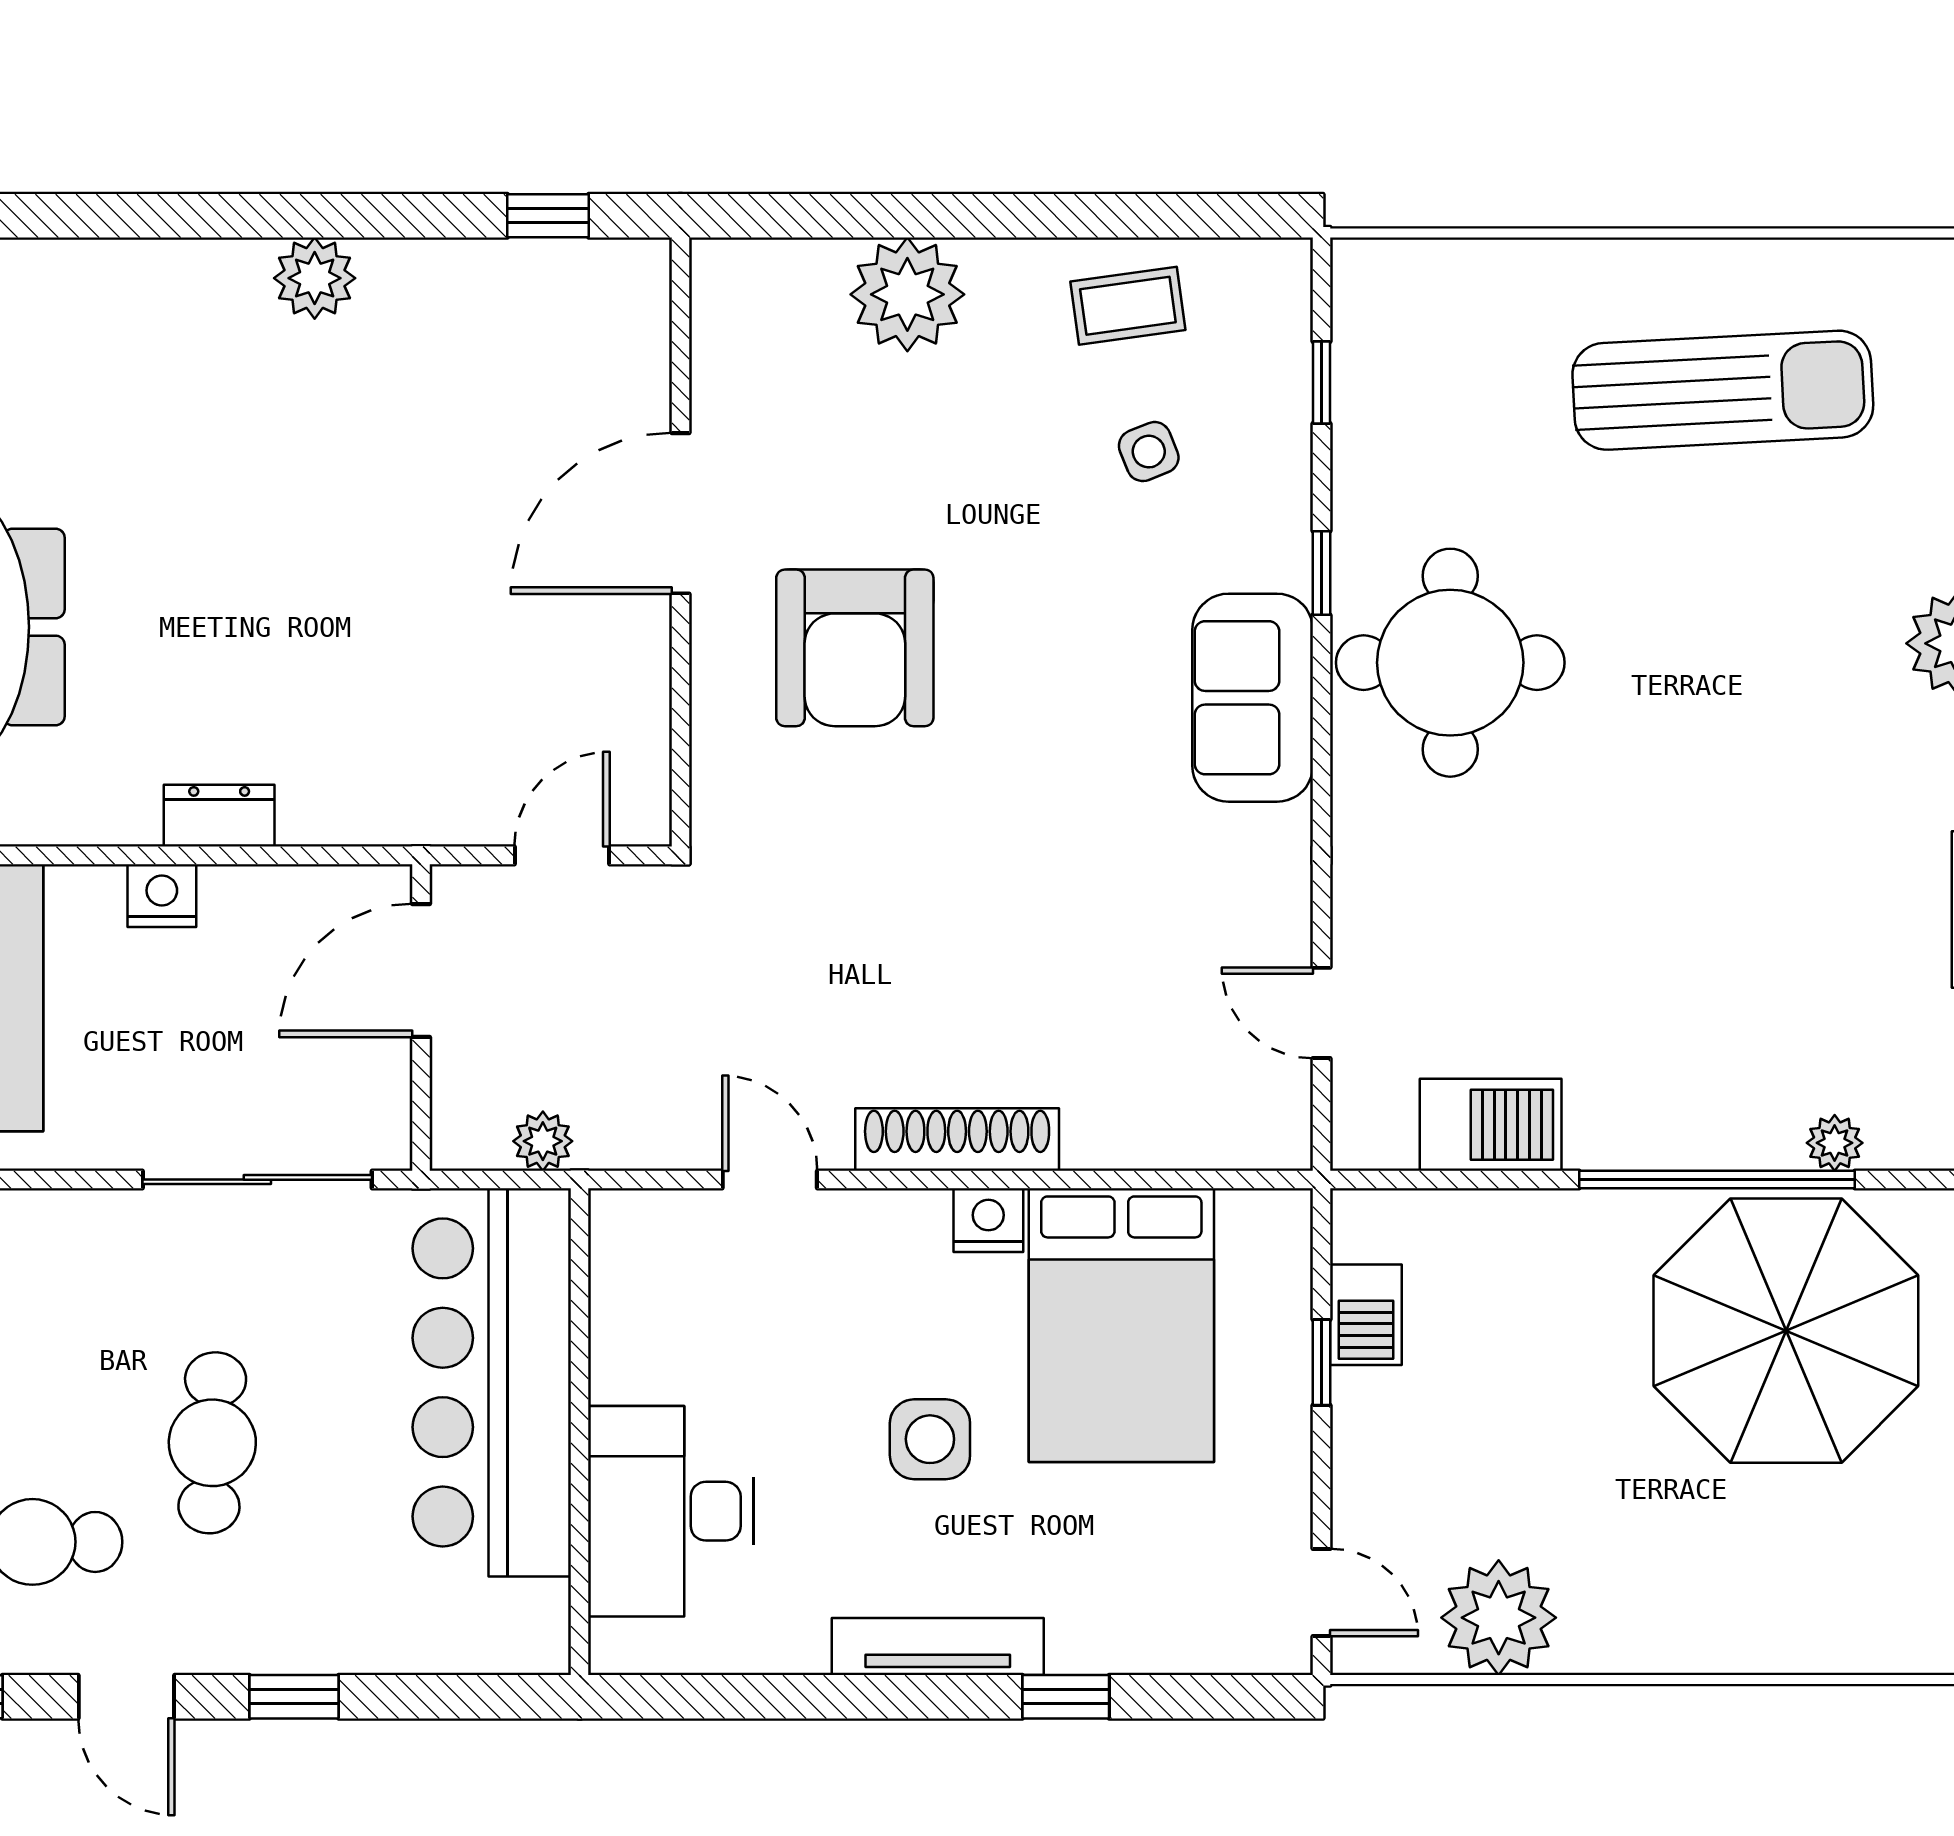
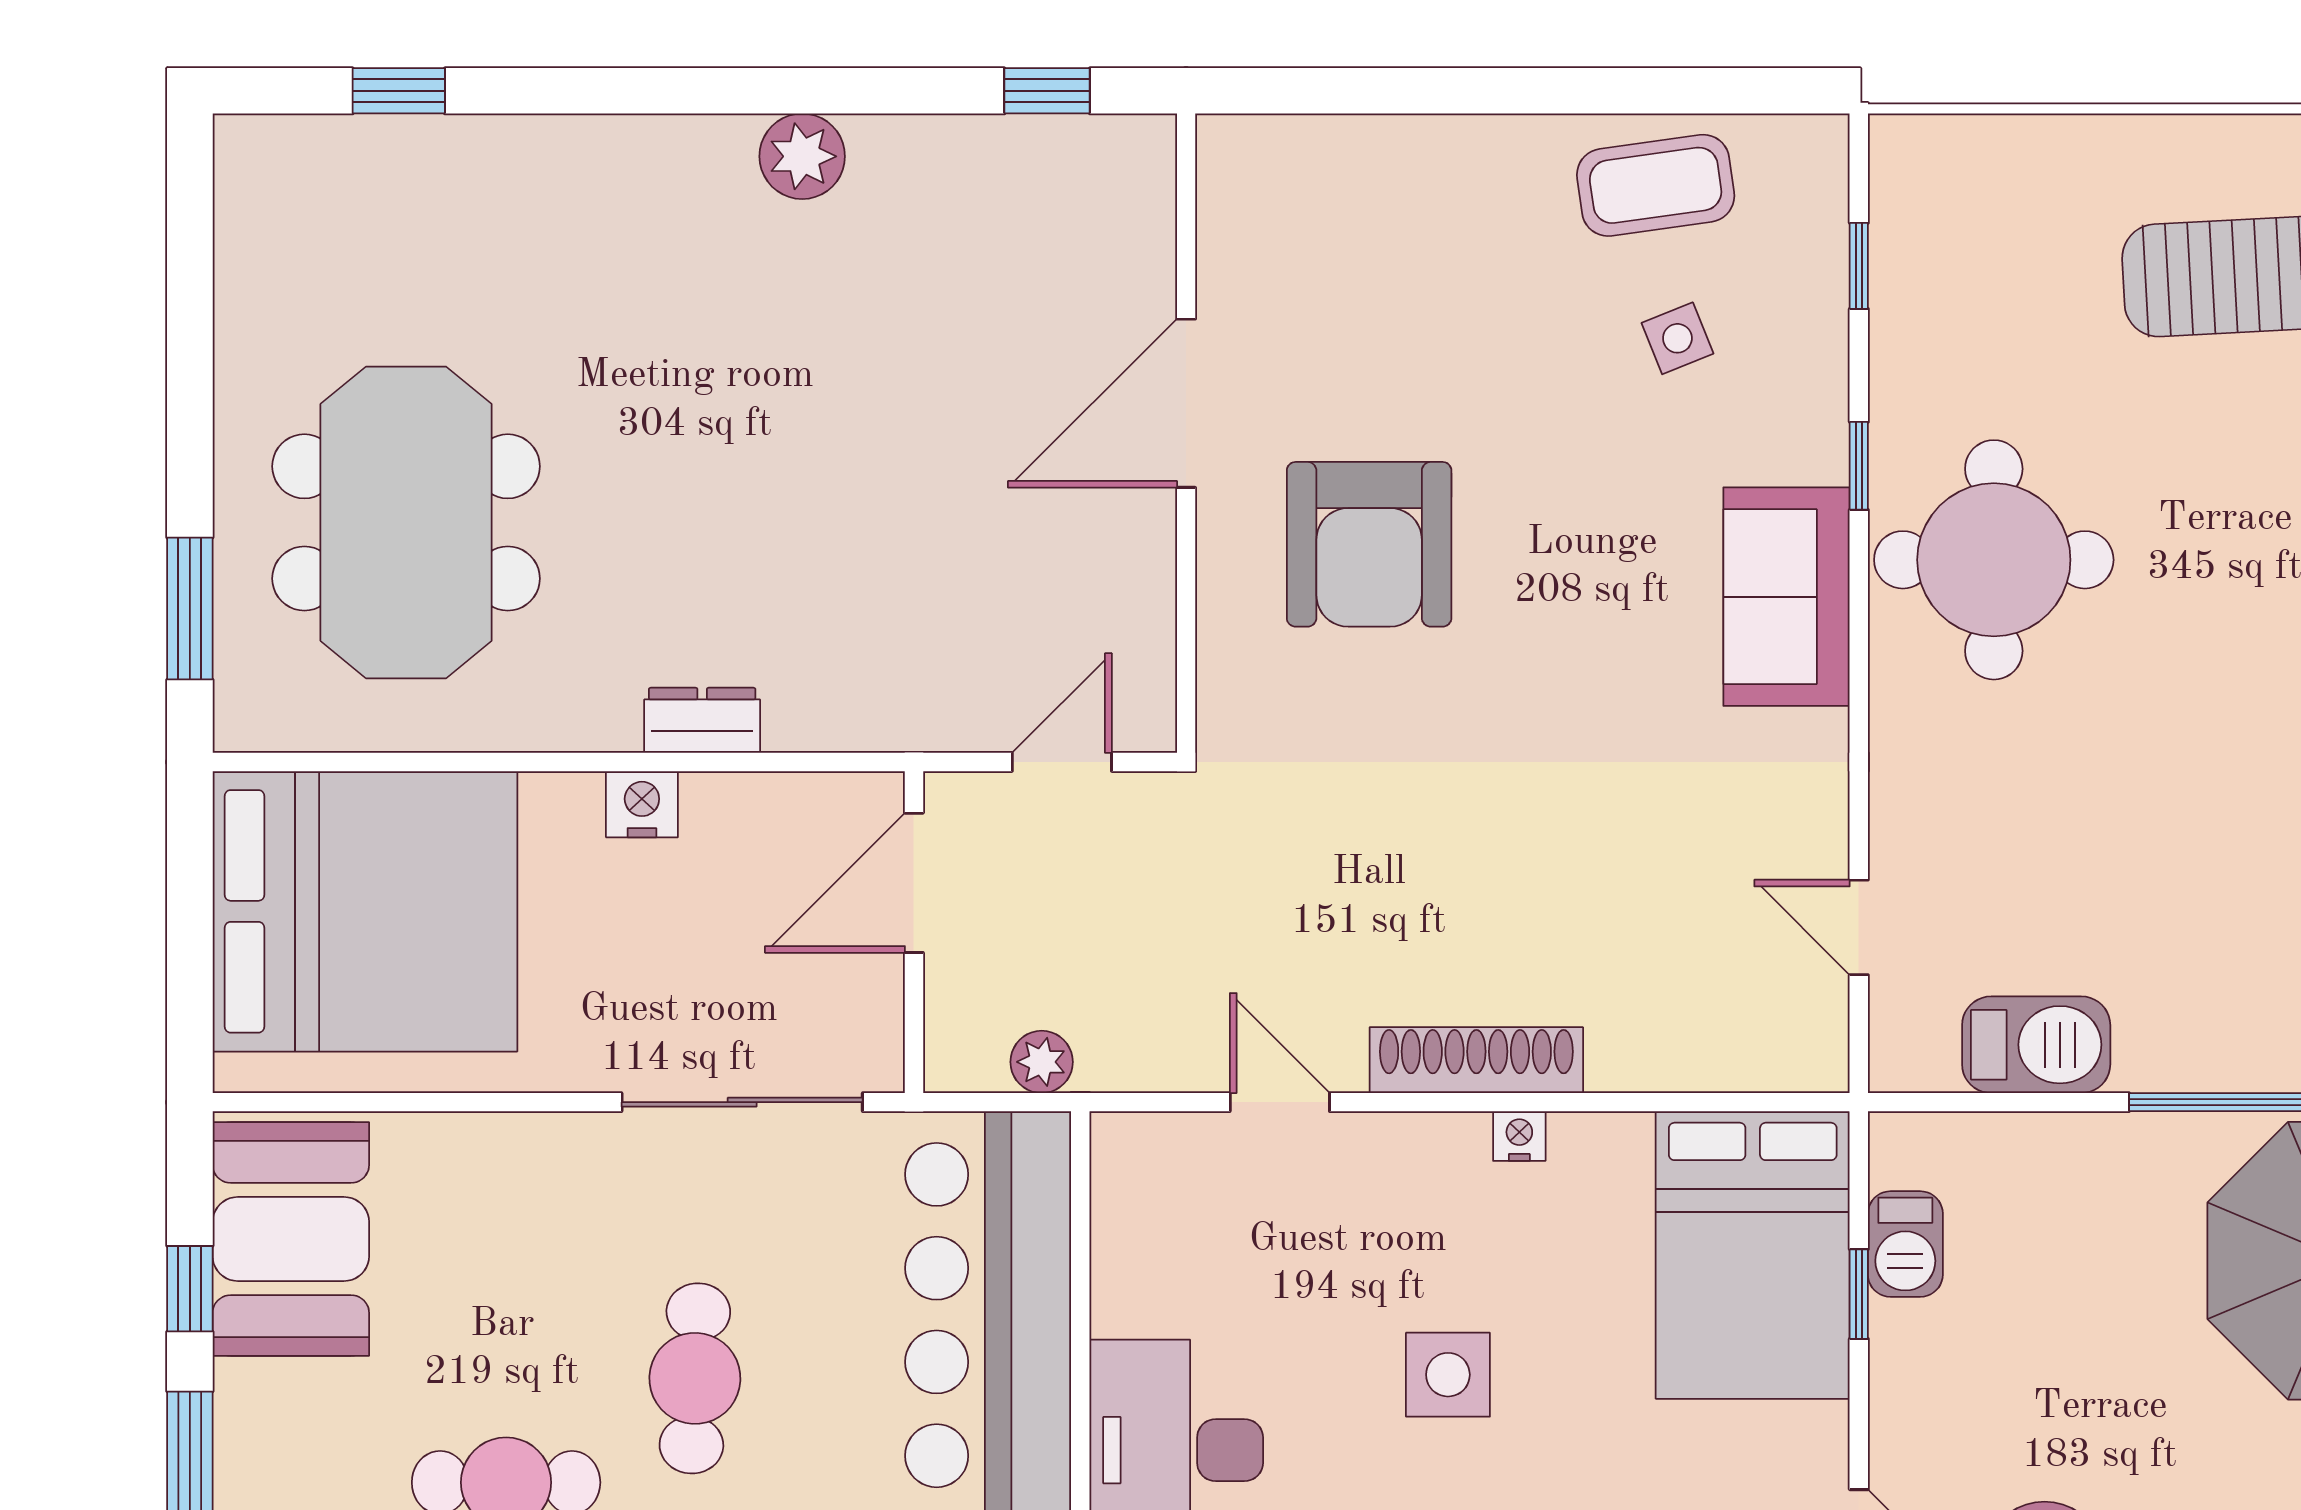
plant: (907, 294) -> (1424, 173), removed
coffee table: (1128, 306) -> (1656, 185), width x1.36, depth x1.30
nightstand: (988, 1220) -> (1519, 1136), width x0.72, depth x0.74
bed: (1121, 1325) -> (1753, 1255), moved

